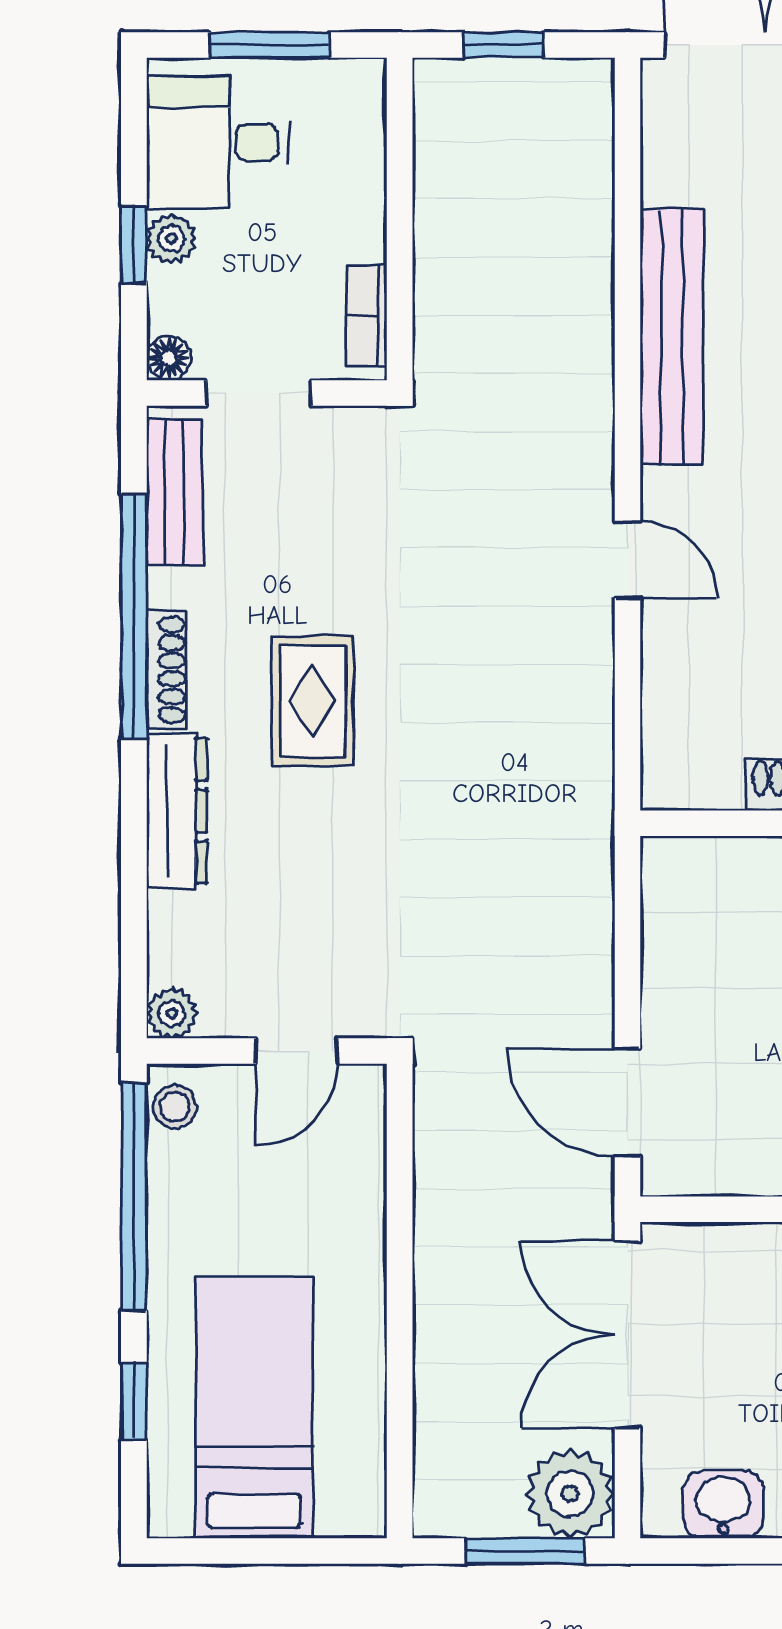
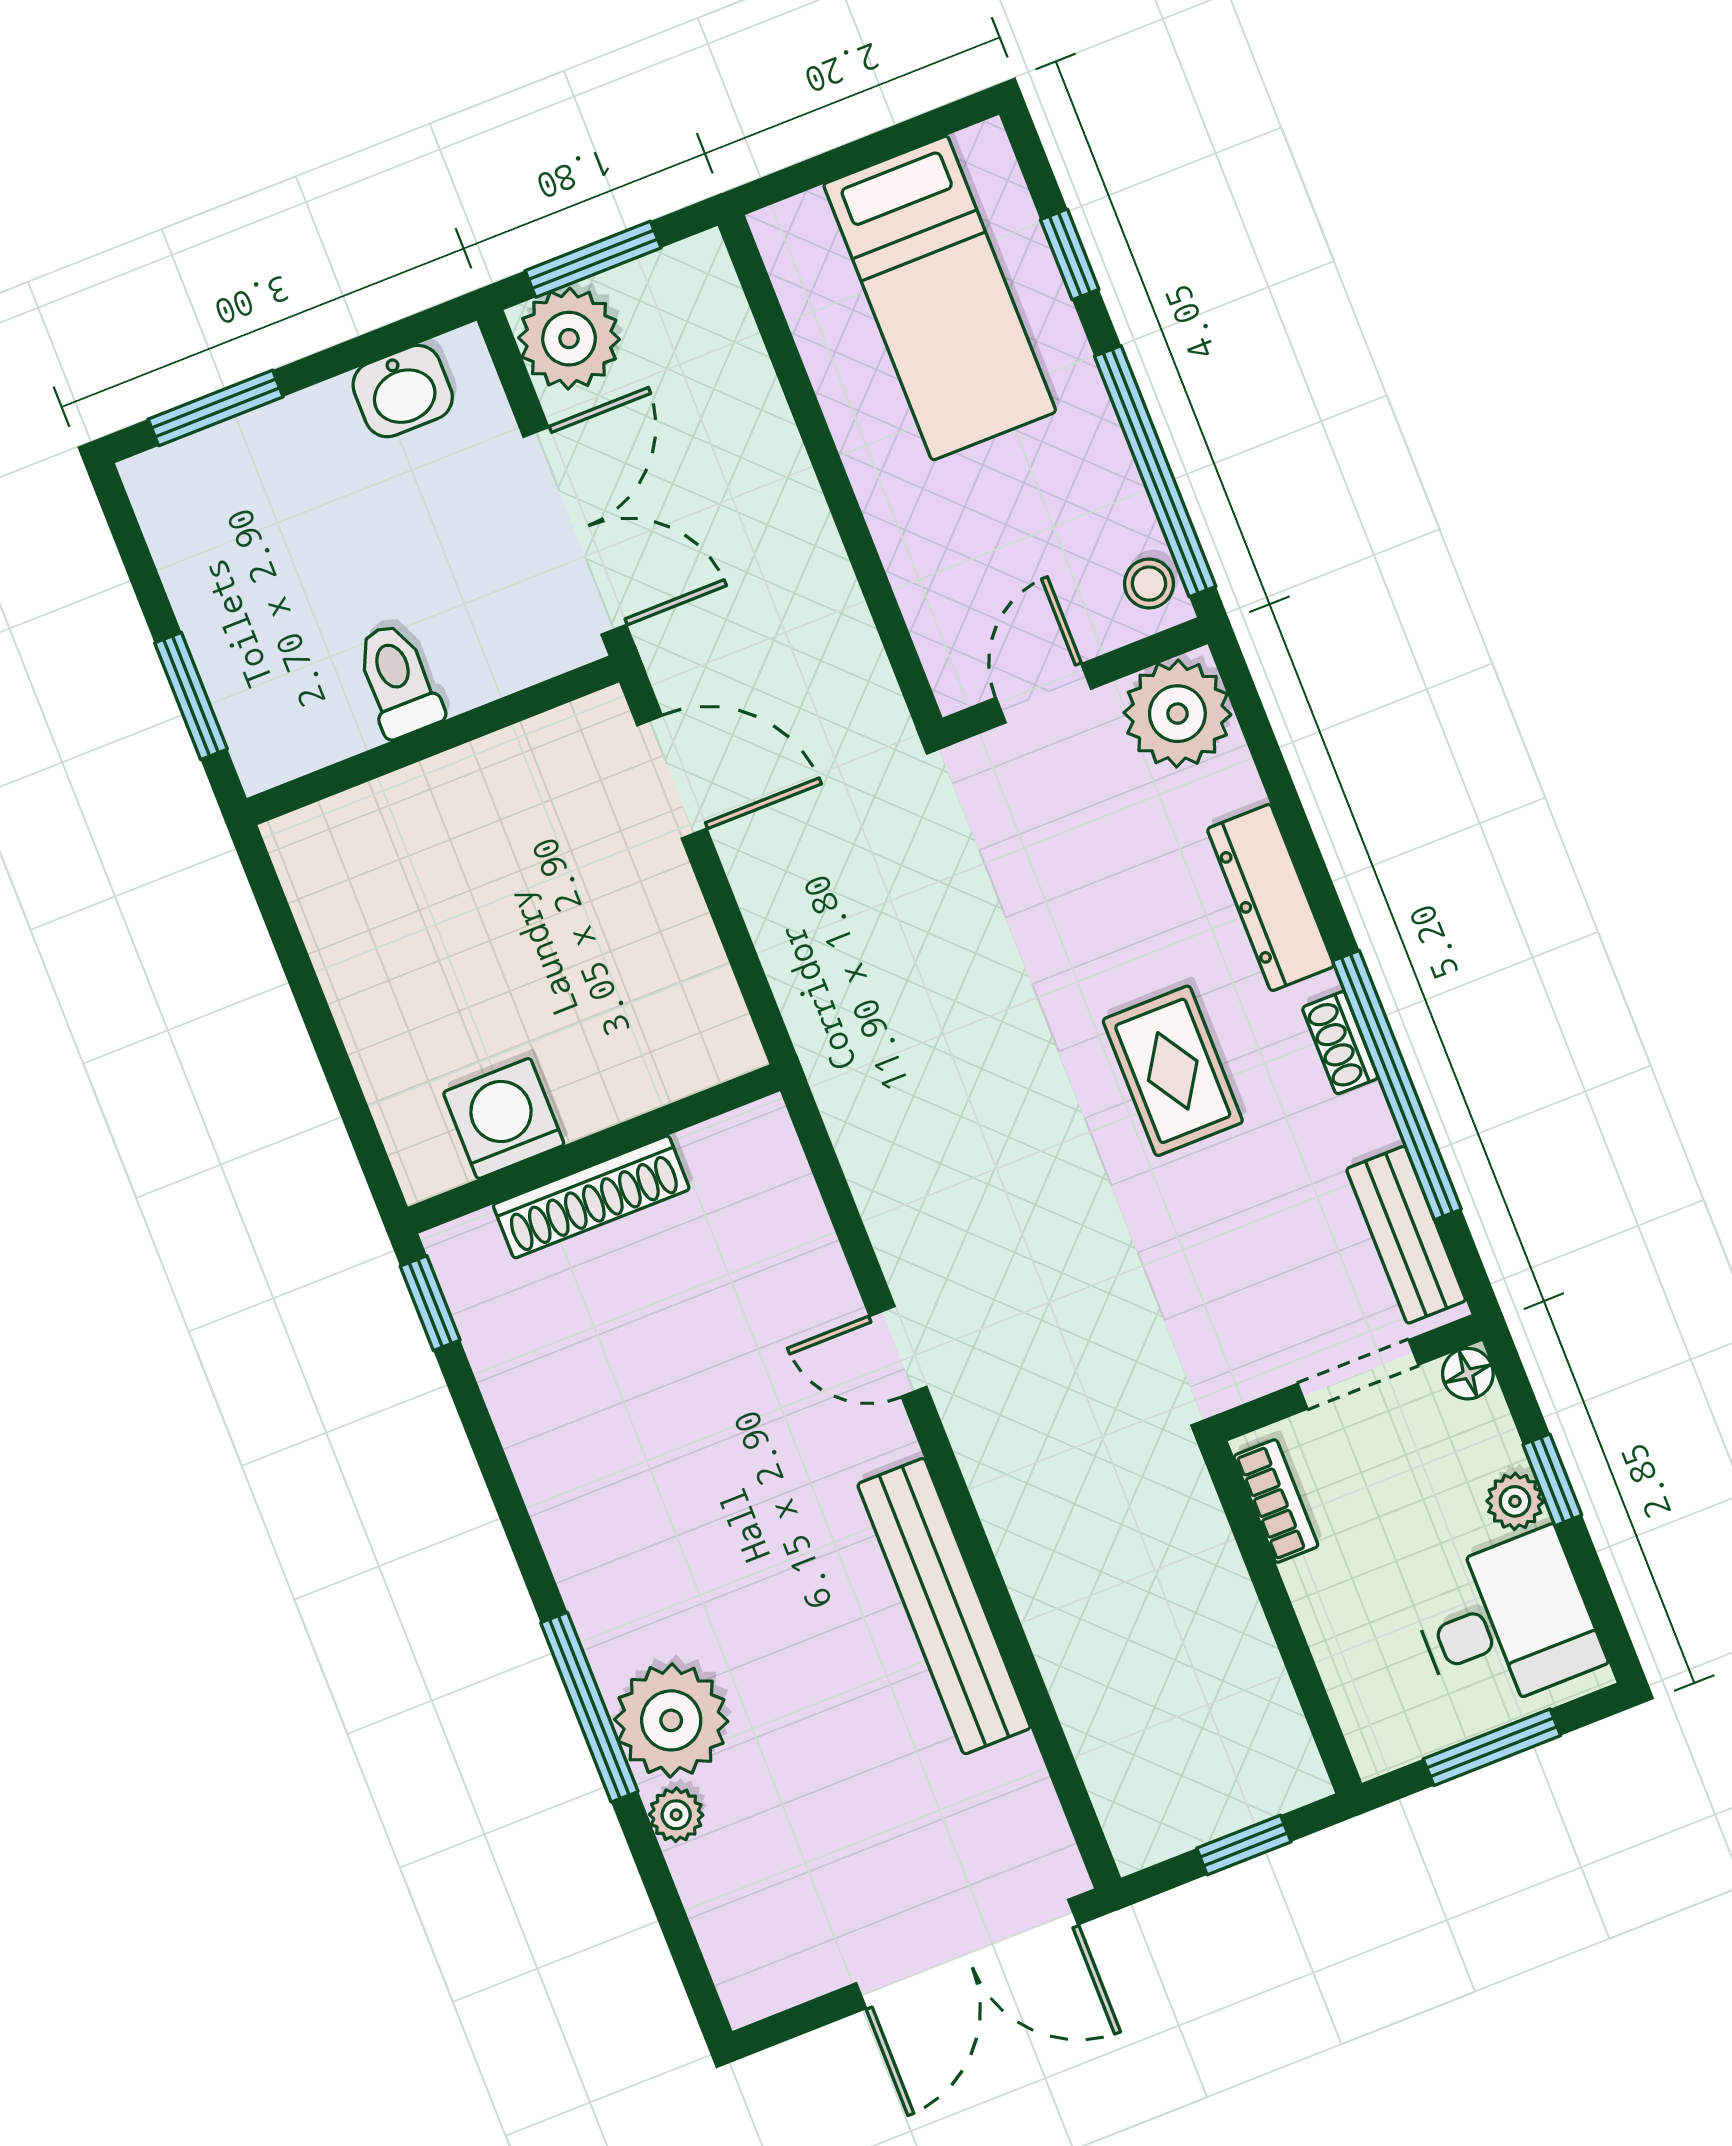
shoe rack: (167, 670) -> (1340, 1043), width x0.70
plant: (172, 1013) -> (1177, 714), width x1.88, depth x1.88

